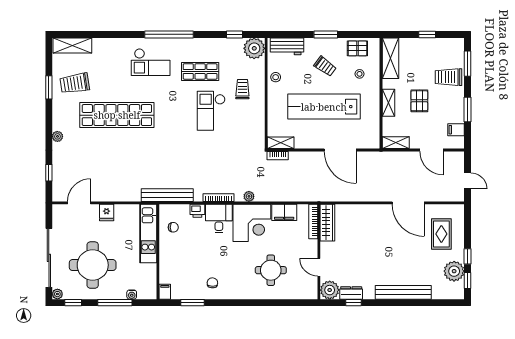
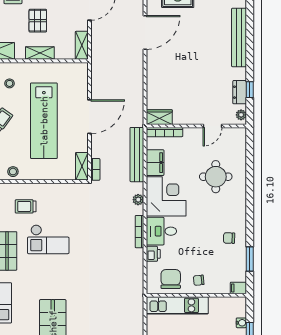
pallet: (419, 101) -> (38, 21), turned 90
door: (340, 150) -> (90, 117), moved
bench: (167, 195) -> (137, 155), moved
wardrobe: (327, 223) -> (159, 117), width x0.67
chair: (173, 227) -> (171, 279), width x1.87, depth x1.87
chair: (172, 254) -> (199, 280), added
plant: (330, 290) -> (241, 115), width x0.53, depth x0.53

